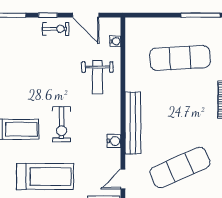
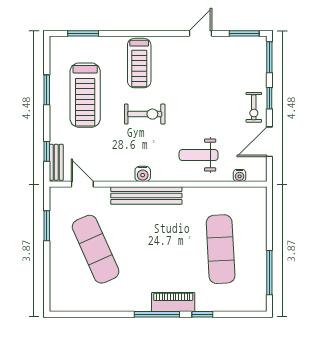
exercise bike: (62, 124) -> (145, 114), turned 180
water cooler: (114, 141) -> (143, 174), moved

